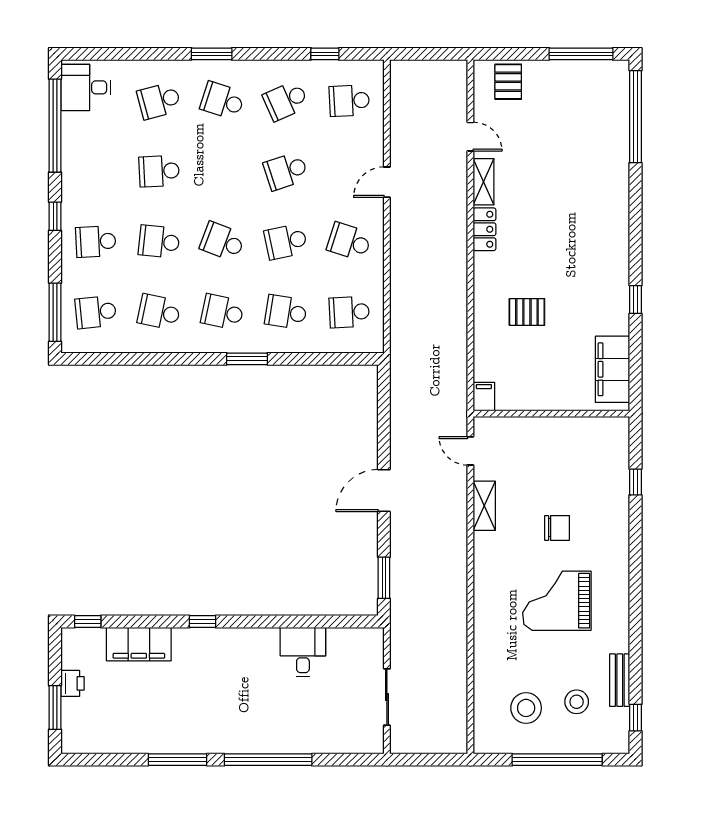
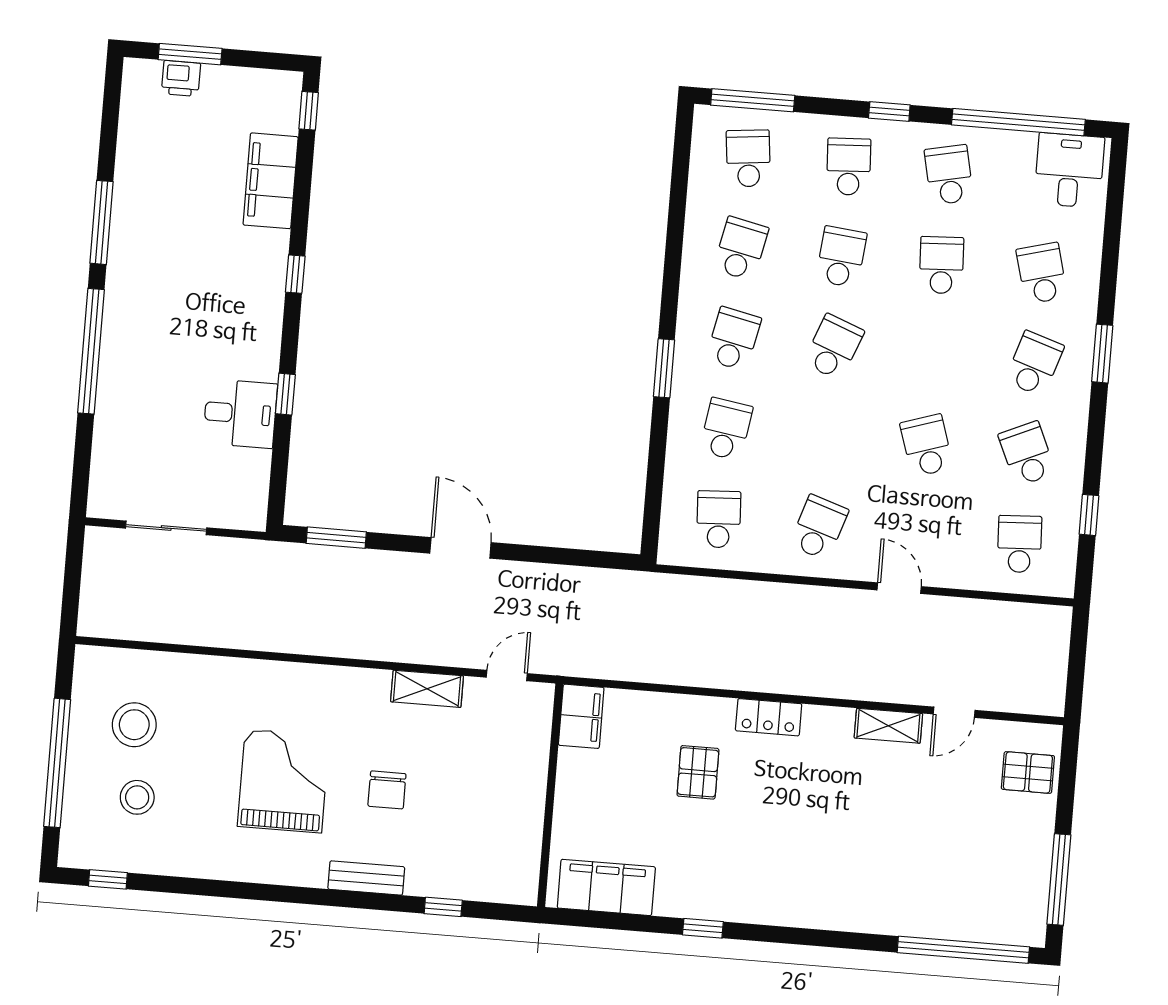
locker: (484, 229) -> (769, 717), moved
school desk: (286, 242) -> (949, 175), moved
filing cabinet: (484, 397) -> (581, 716), width x2.00
window: (287, 622) -> (285, 394), added
bench: (620, 680) -> (366, 878), moved
printer: (73, 683) -> (181, 78), moved

